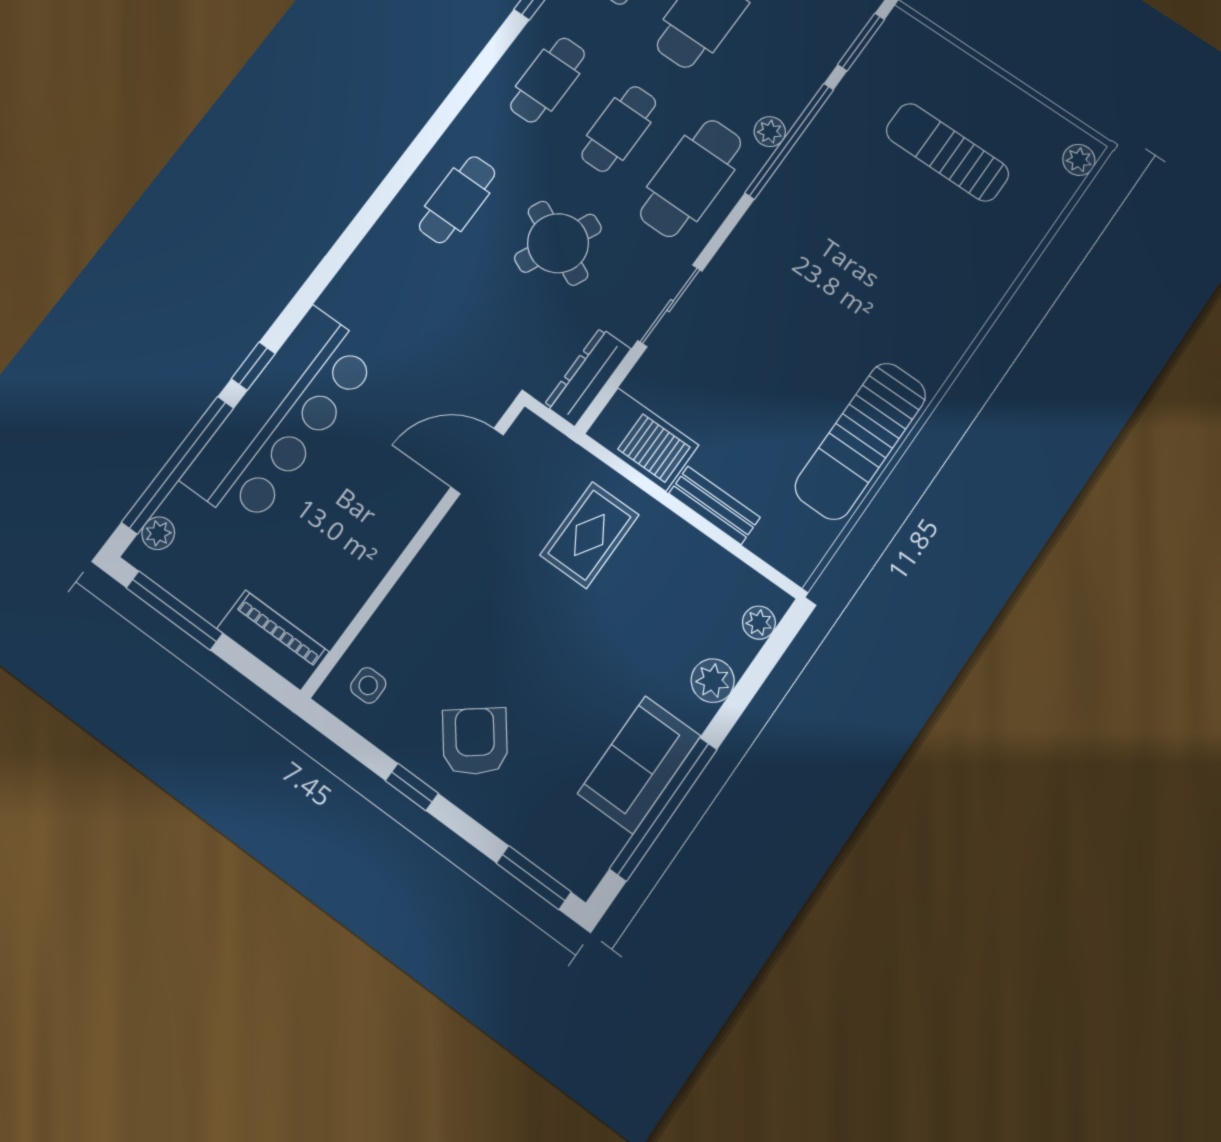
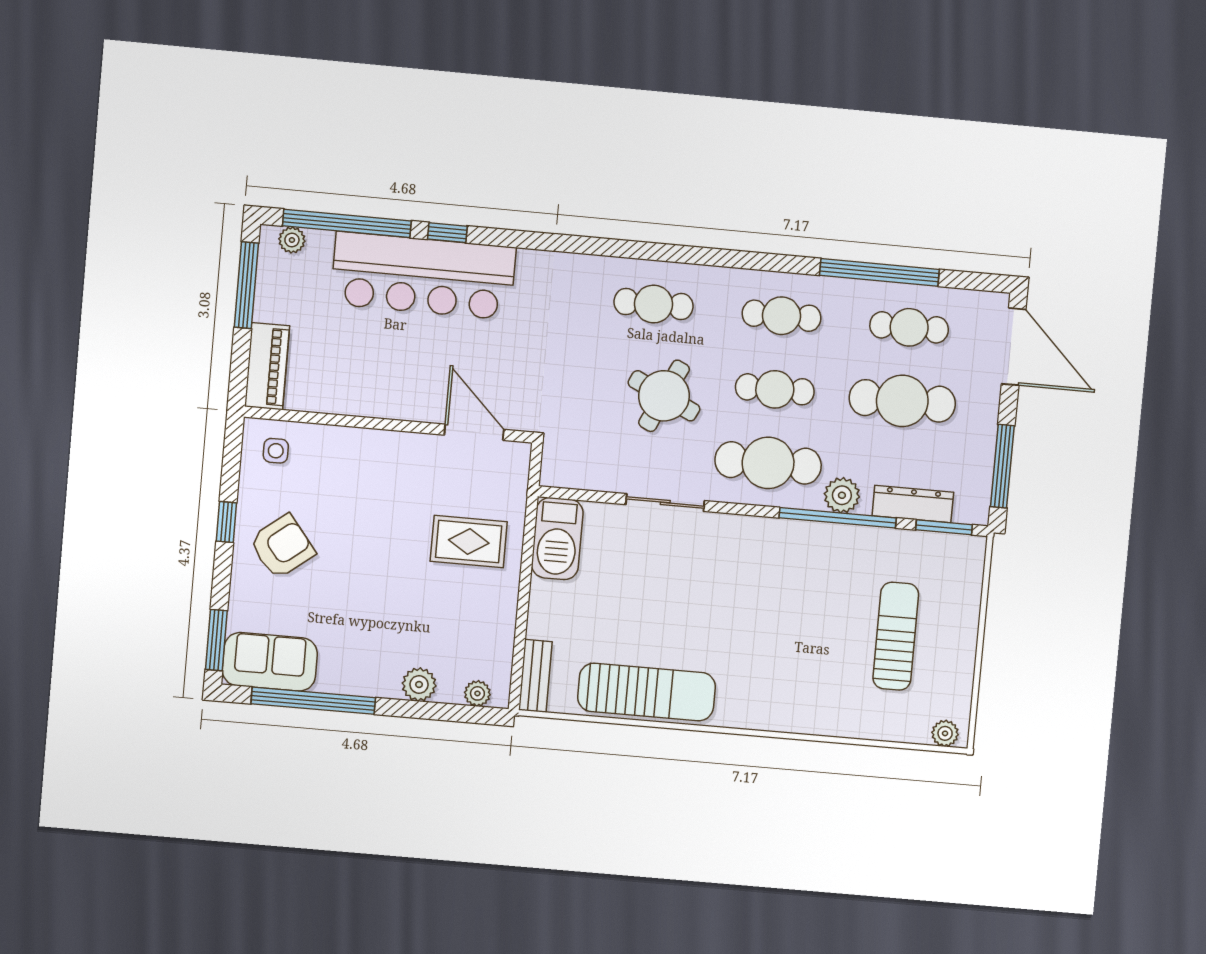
plant: (770, 132) -> (842, 495), width x1.38, depth x1.38
dresser: (588, 377) -> (913, 504), moved
sun lounger: (861, 441) -> (646, 692), turned 180
bench: (714, 505) -> (535, 676), moved
sofa: (639, 765) -> (270, 662), moved

